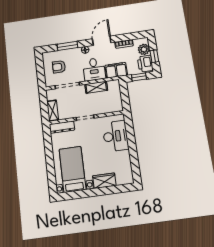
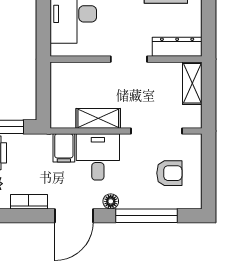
window: (67, 46) -> (146, 216), width x1.44
filing cabinet: (116, 70) -> (64, 148), width x0.50

